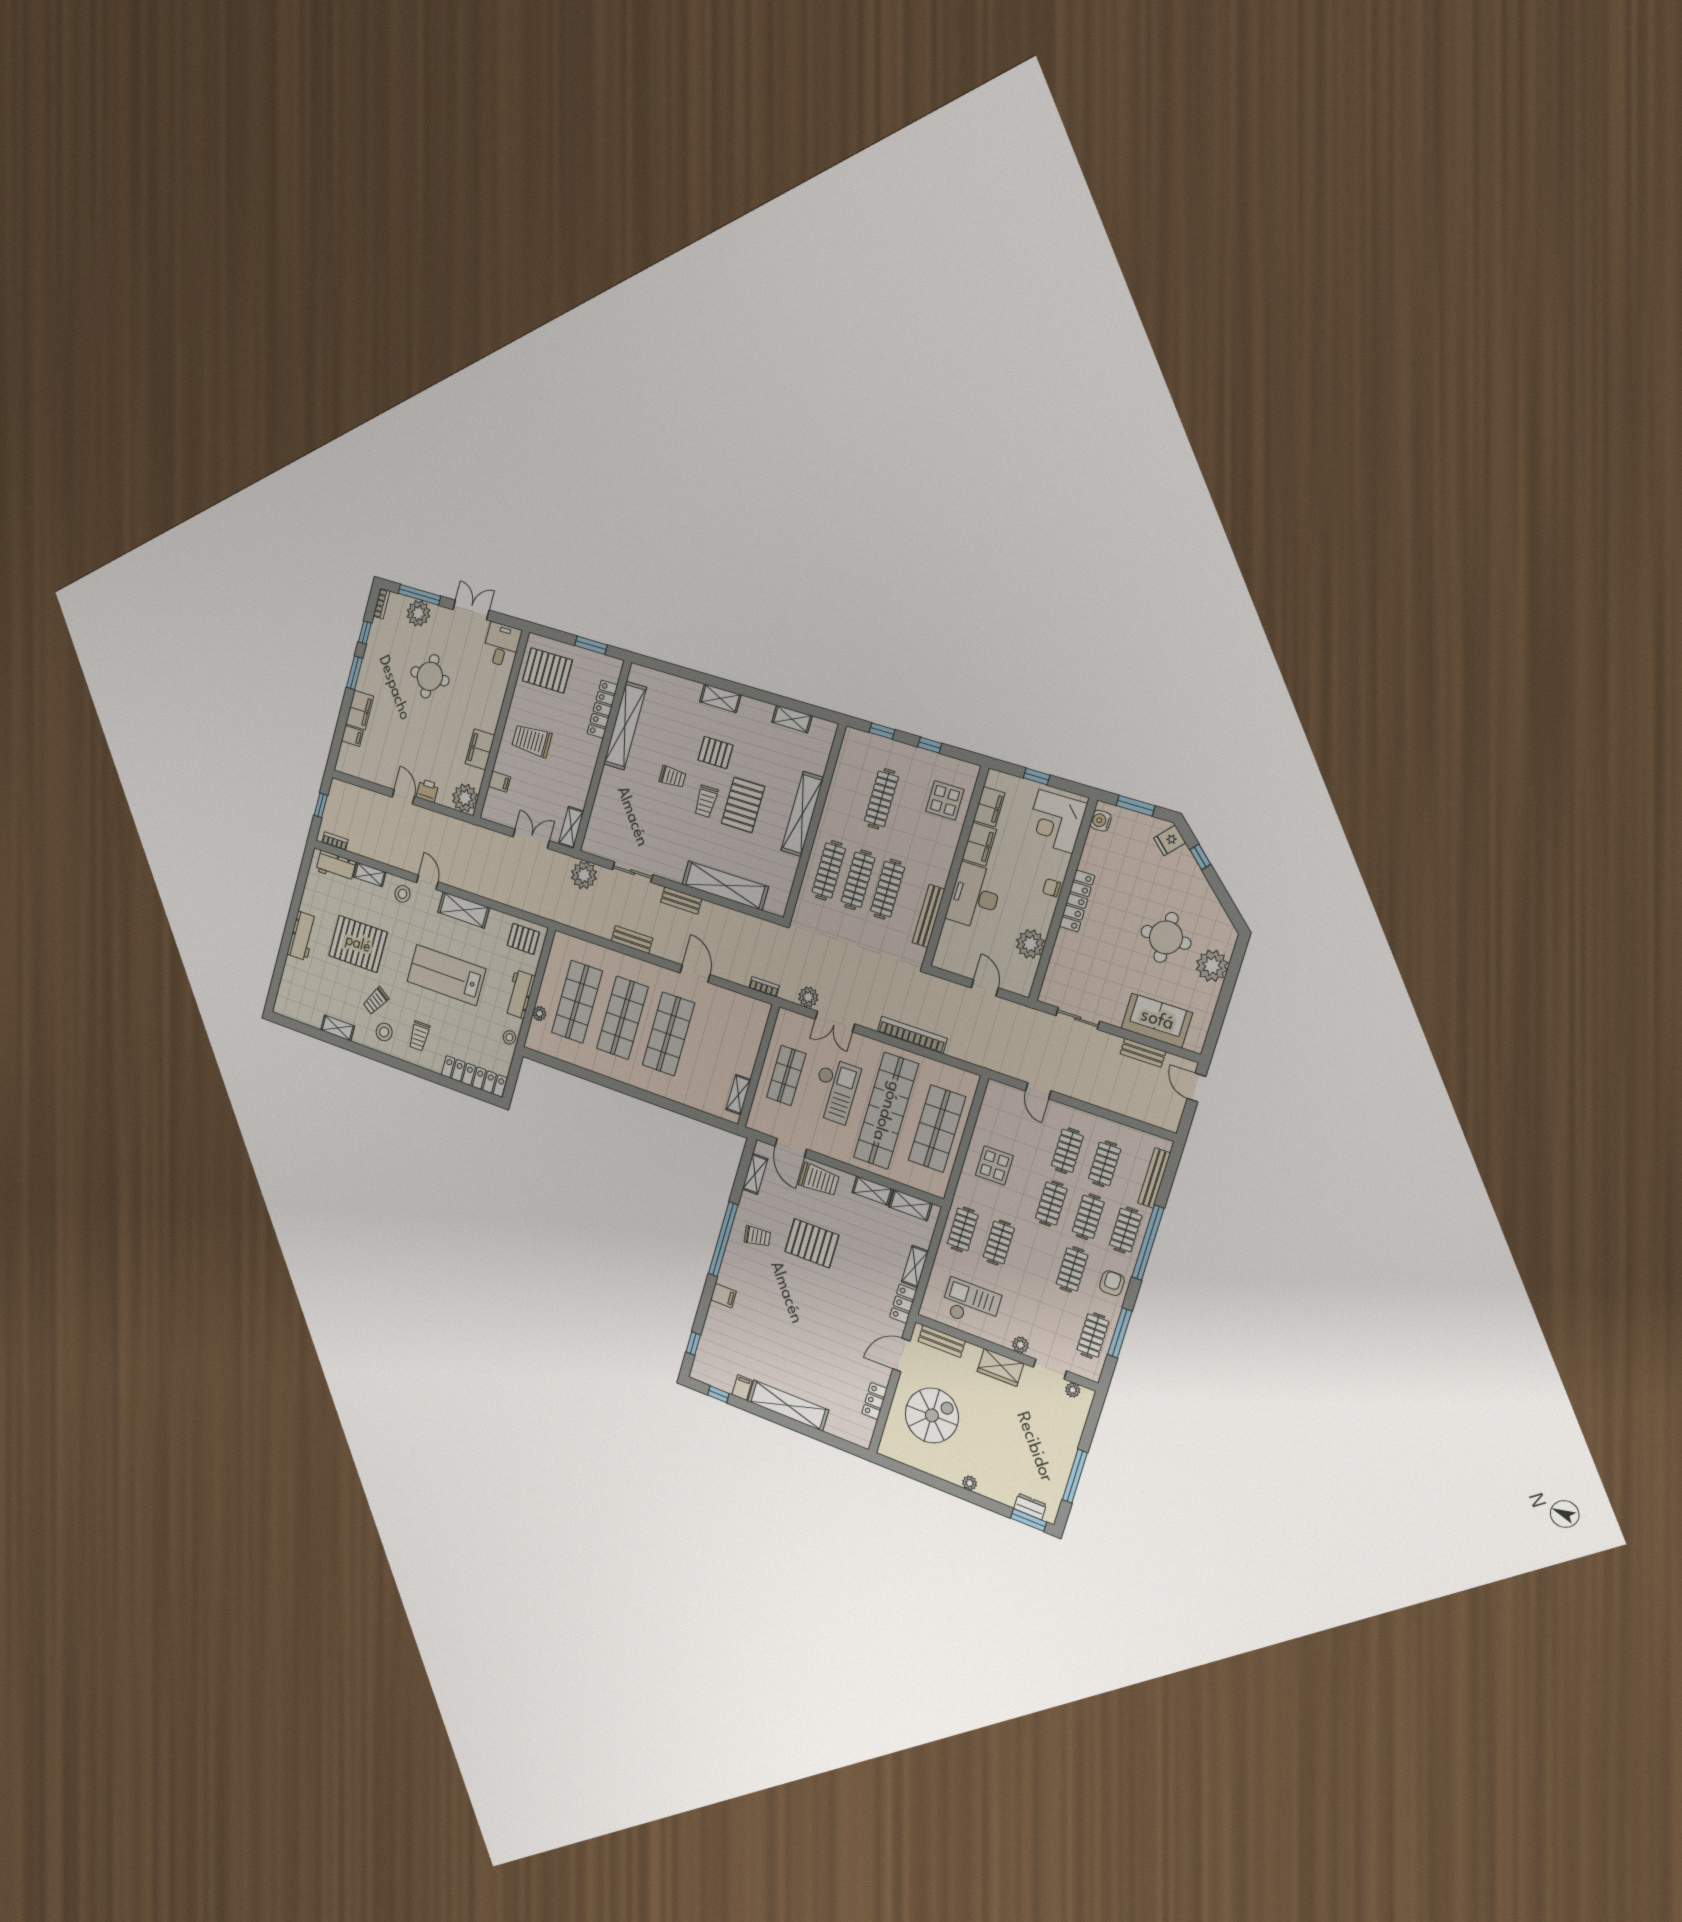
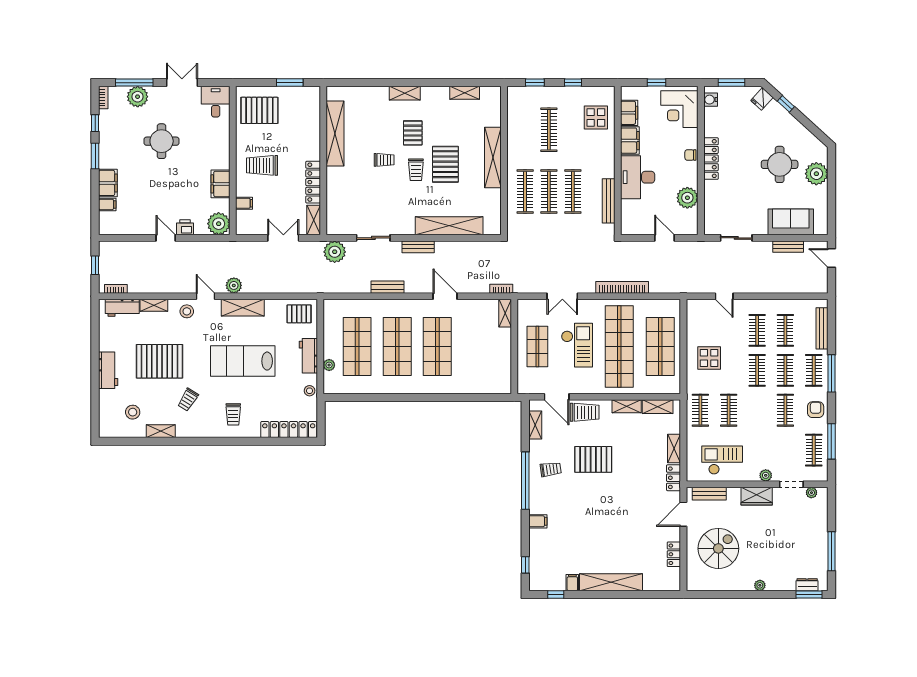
locker: (602, 709) -> (313, 182), moved
pallet: (715, 753) -> (413, 133), turned 90
plant: (808, 997) -> (234, 285), moved
stool: (384, 1032) -> (133, 412), moved
shelving: (738, 1095) -> (505, 313), moved
window: (1148, 1243) -> (831, 373), width x0.68

